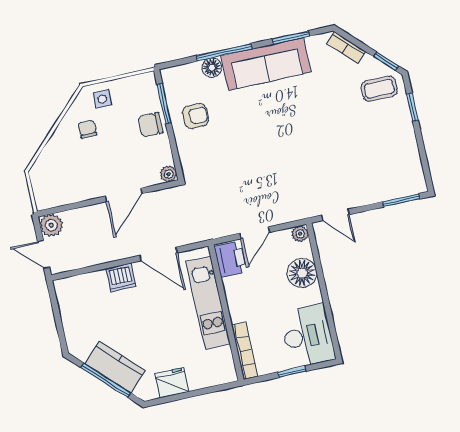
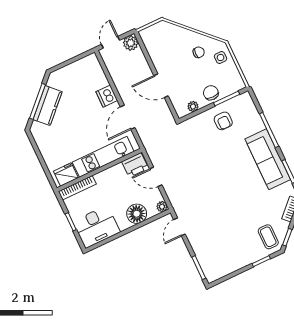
floor lamp: (212, 68) -> (257, 124), removed
plant: (169, 174) -> (193, 106), moved
fridge: (172, 383) -> (66, 174), moved, turned -90

